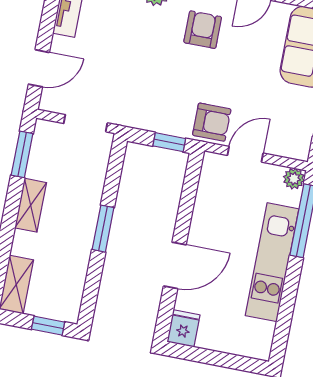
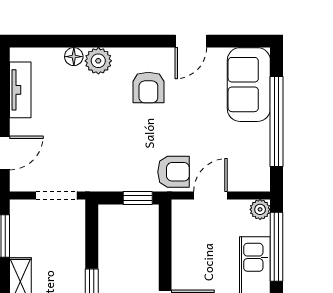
armchair: (203, 30) -> (148, 88), turned 180

